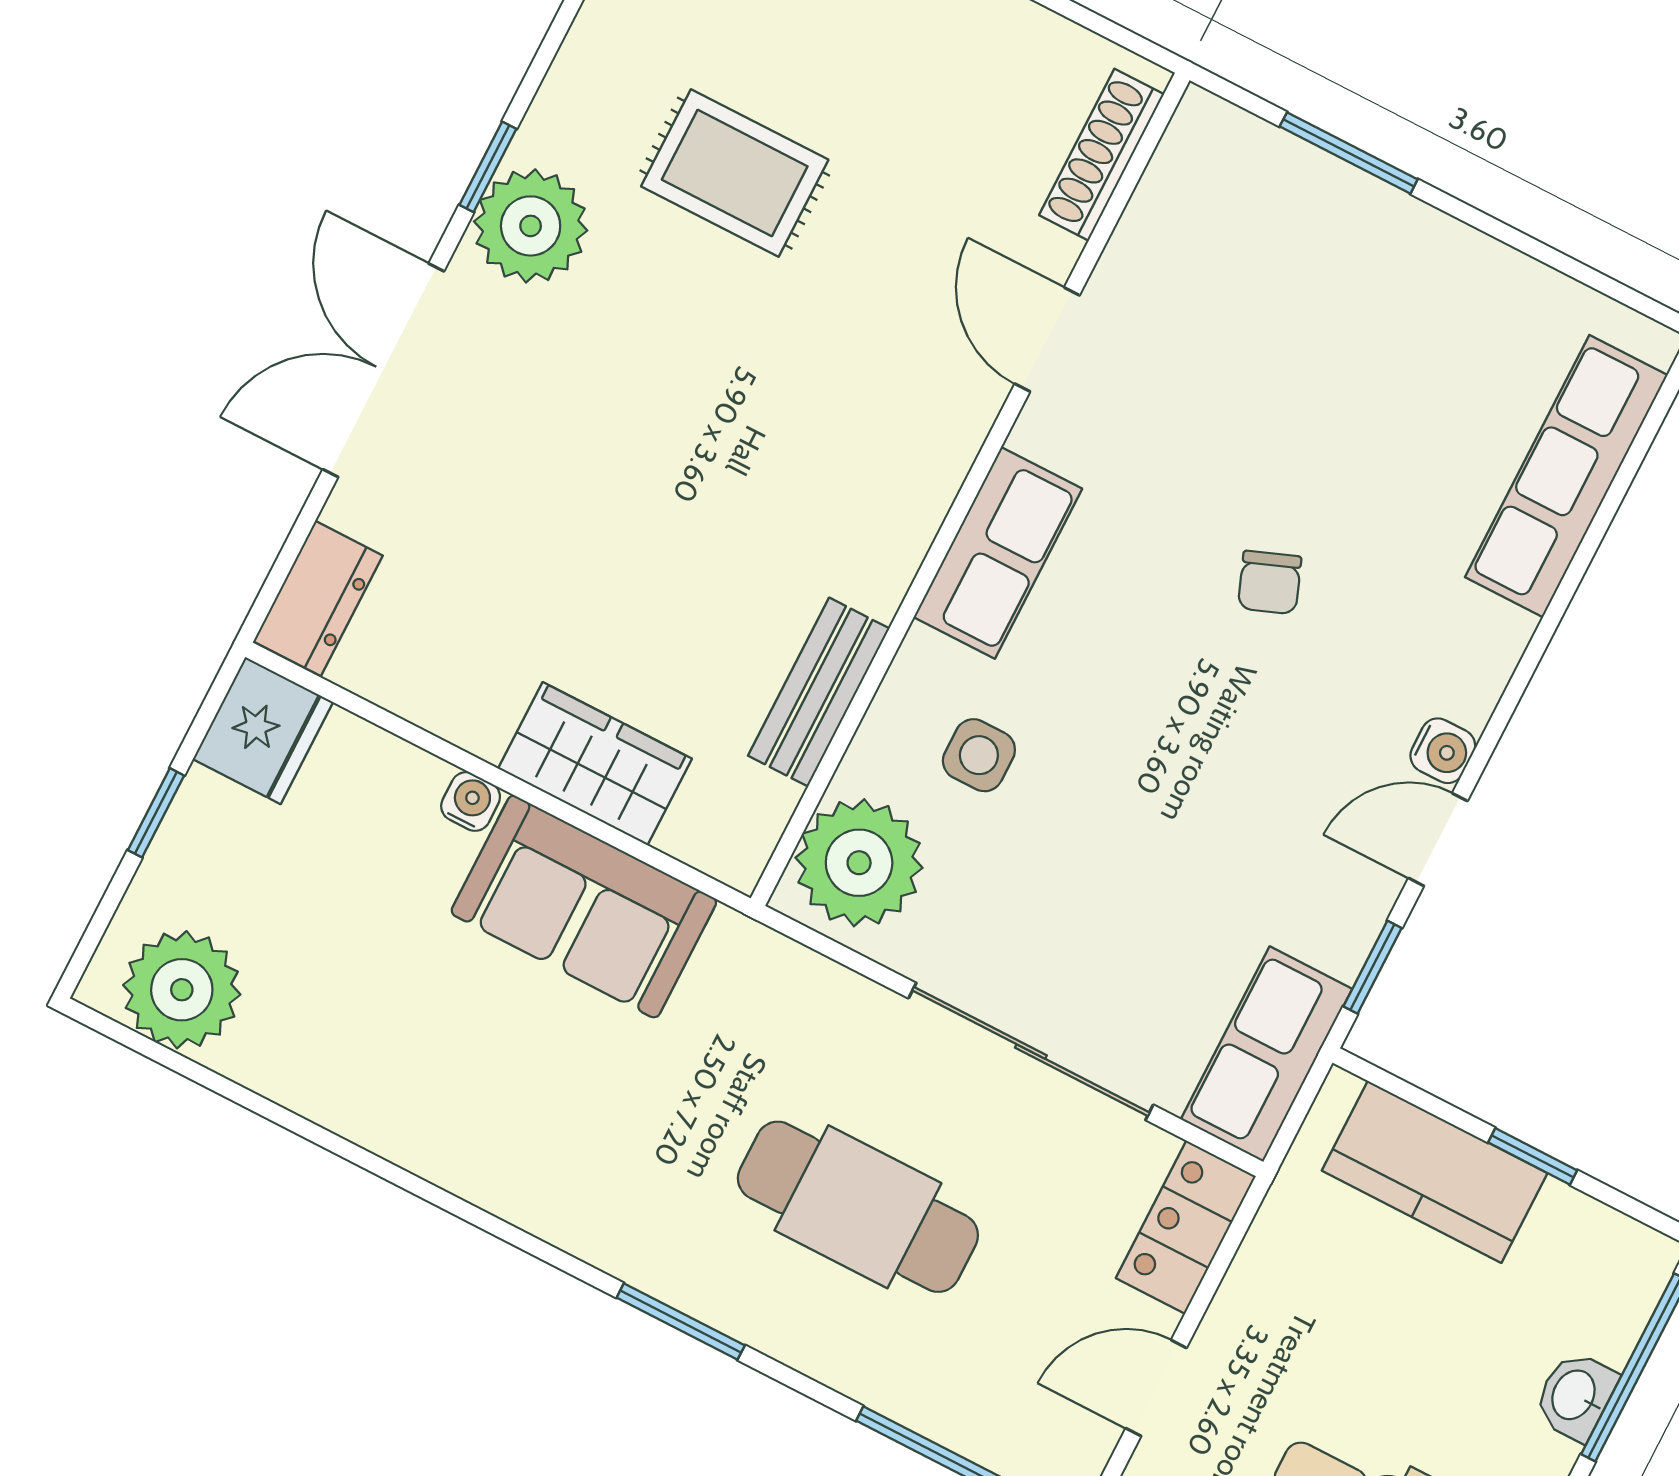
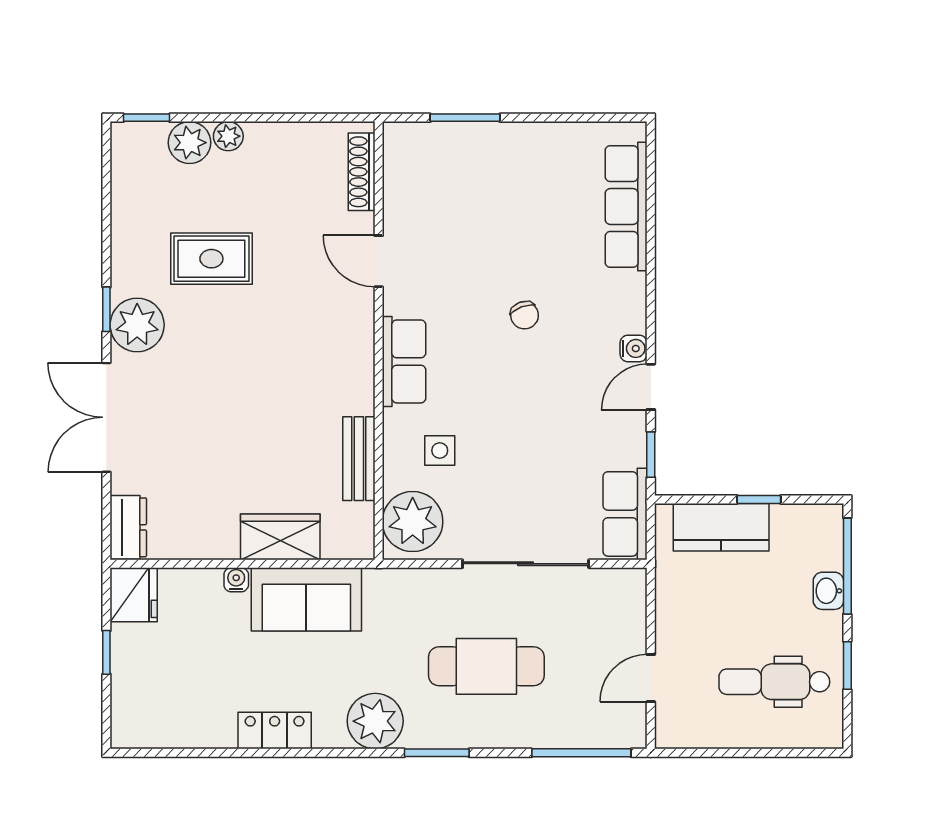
plant: (182, 990) -> (375, 721), moved
locker: (1186, 1227) -> (275, 730), moved, turned 90

